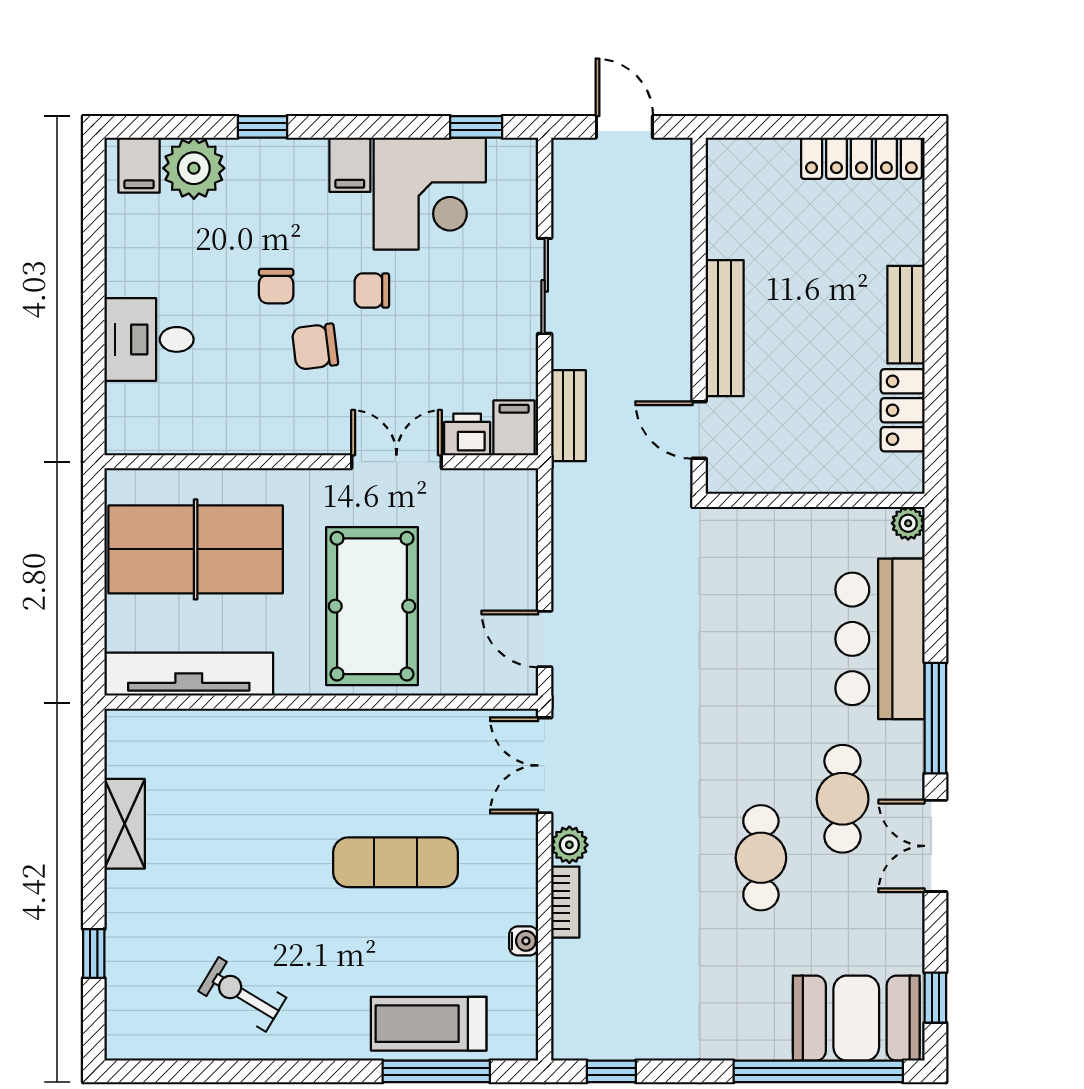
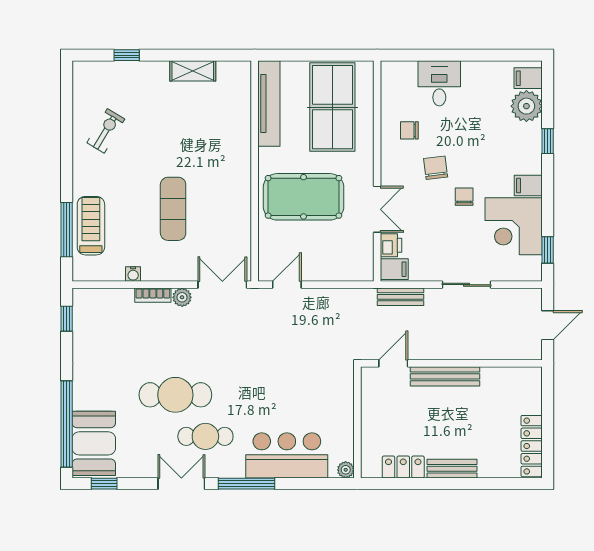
chair: (276, 286) -> (409, 130), moved
cafe table: (761, 858) -> (175, 395), width x1.37, depth x1.35

